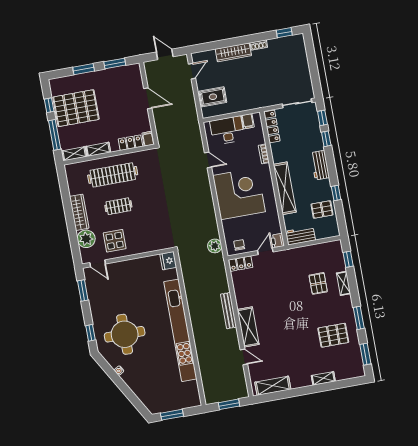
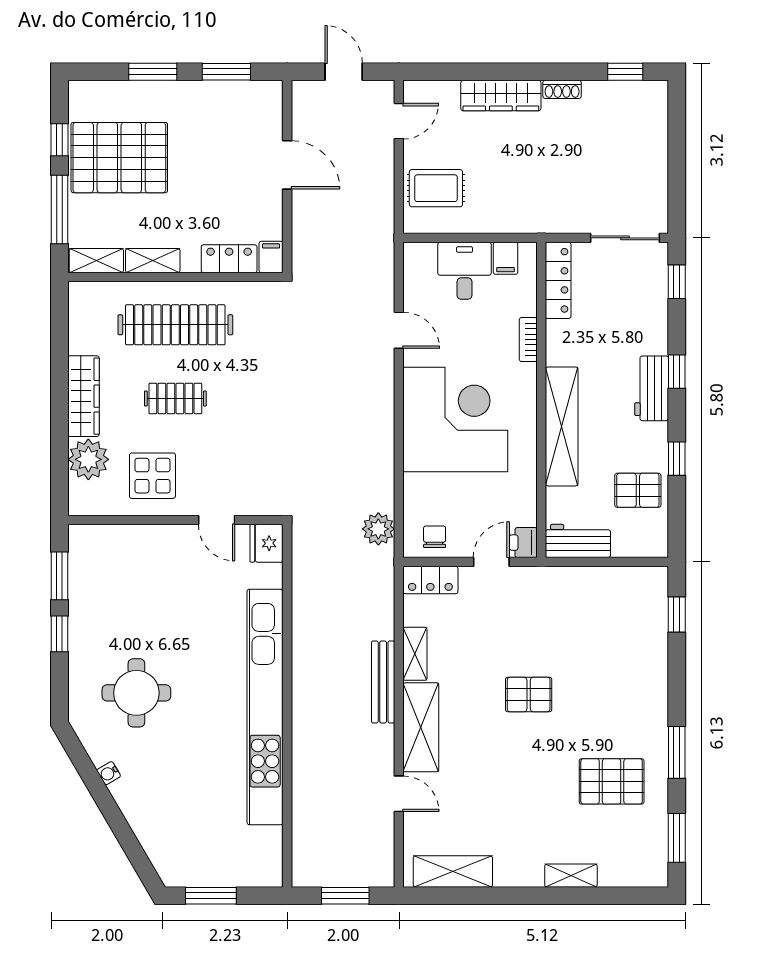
desk: (227, 130) -> (465, 271), width x0.73
window: (326, 139) -> (677, 372), moved
door: (98, 263) -> (217, 520), moved
pallet: (318, 283) -> (529, 694), moved, turned 90
shelving: (344, 283) -> (415, 654), moved
window: (91, 333) -> (59, 634), moved
round table: (125, 334) -> (136, 693), width x0.73, depth x0.73

